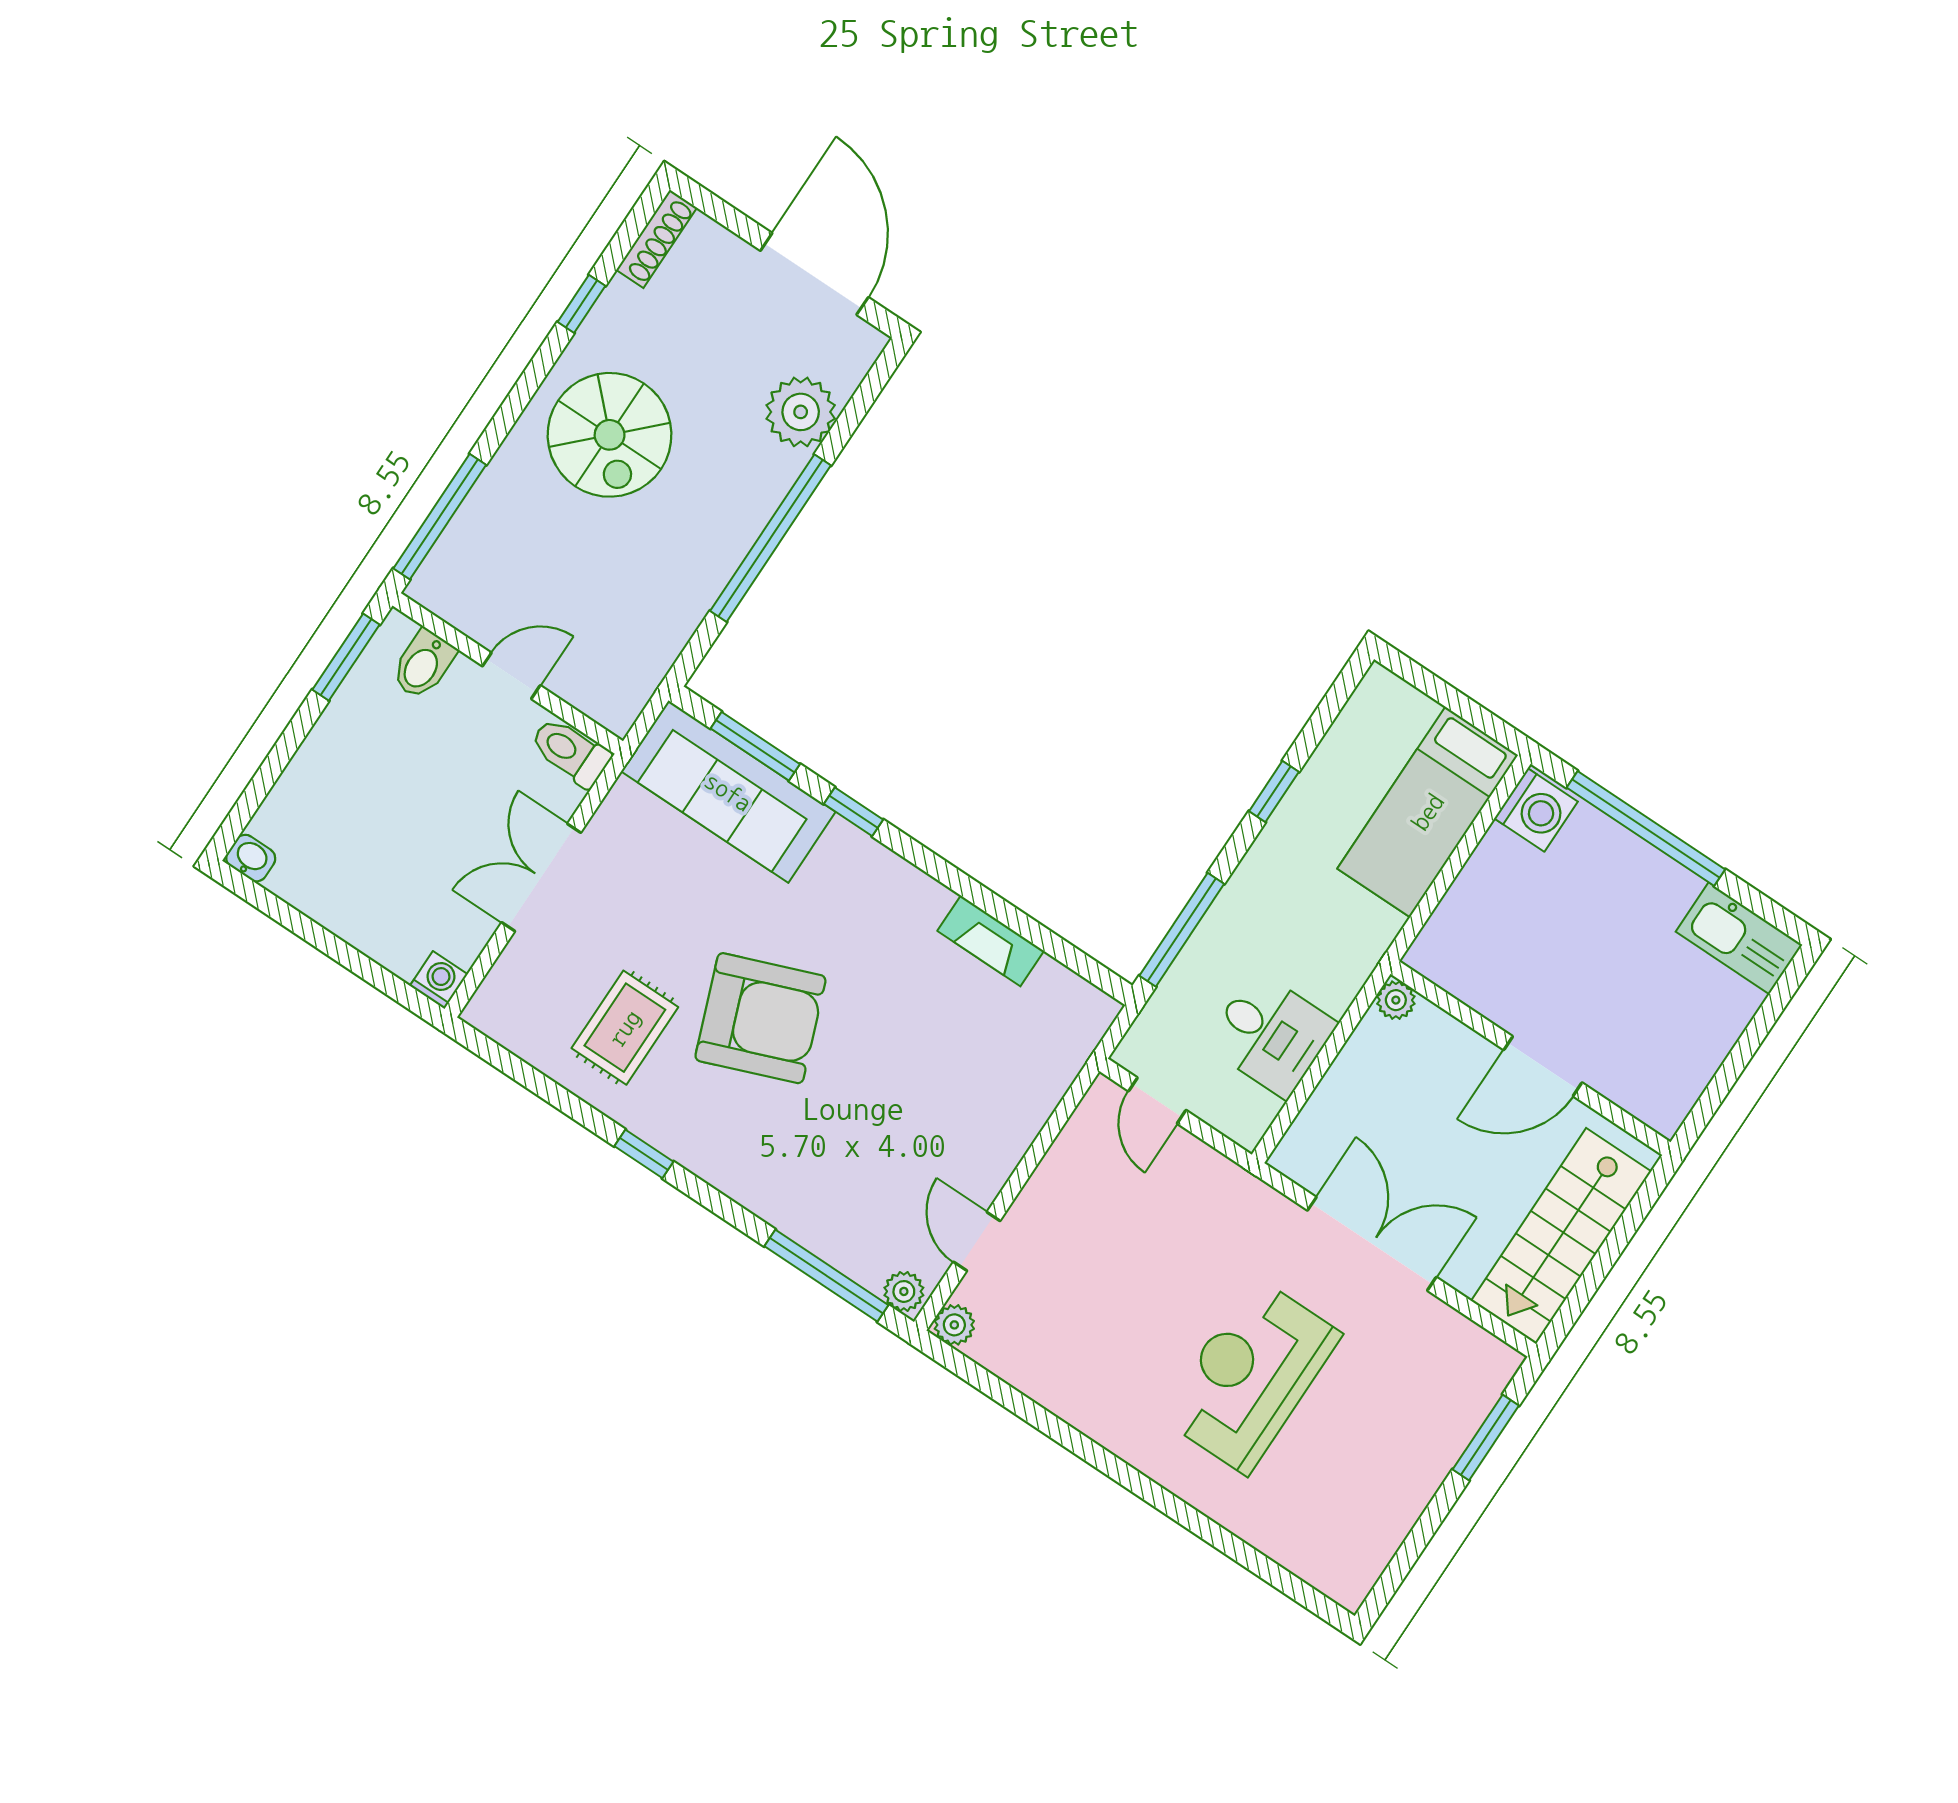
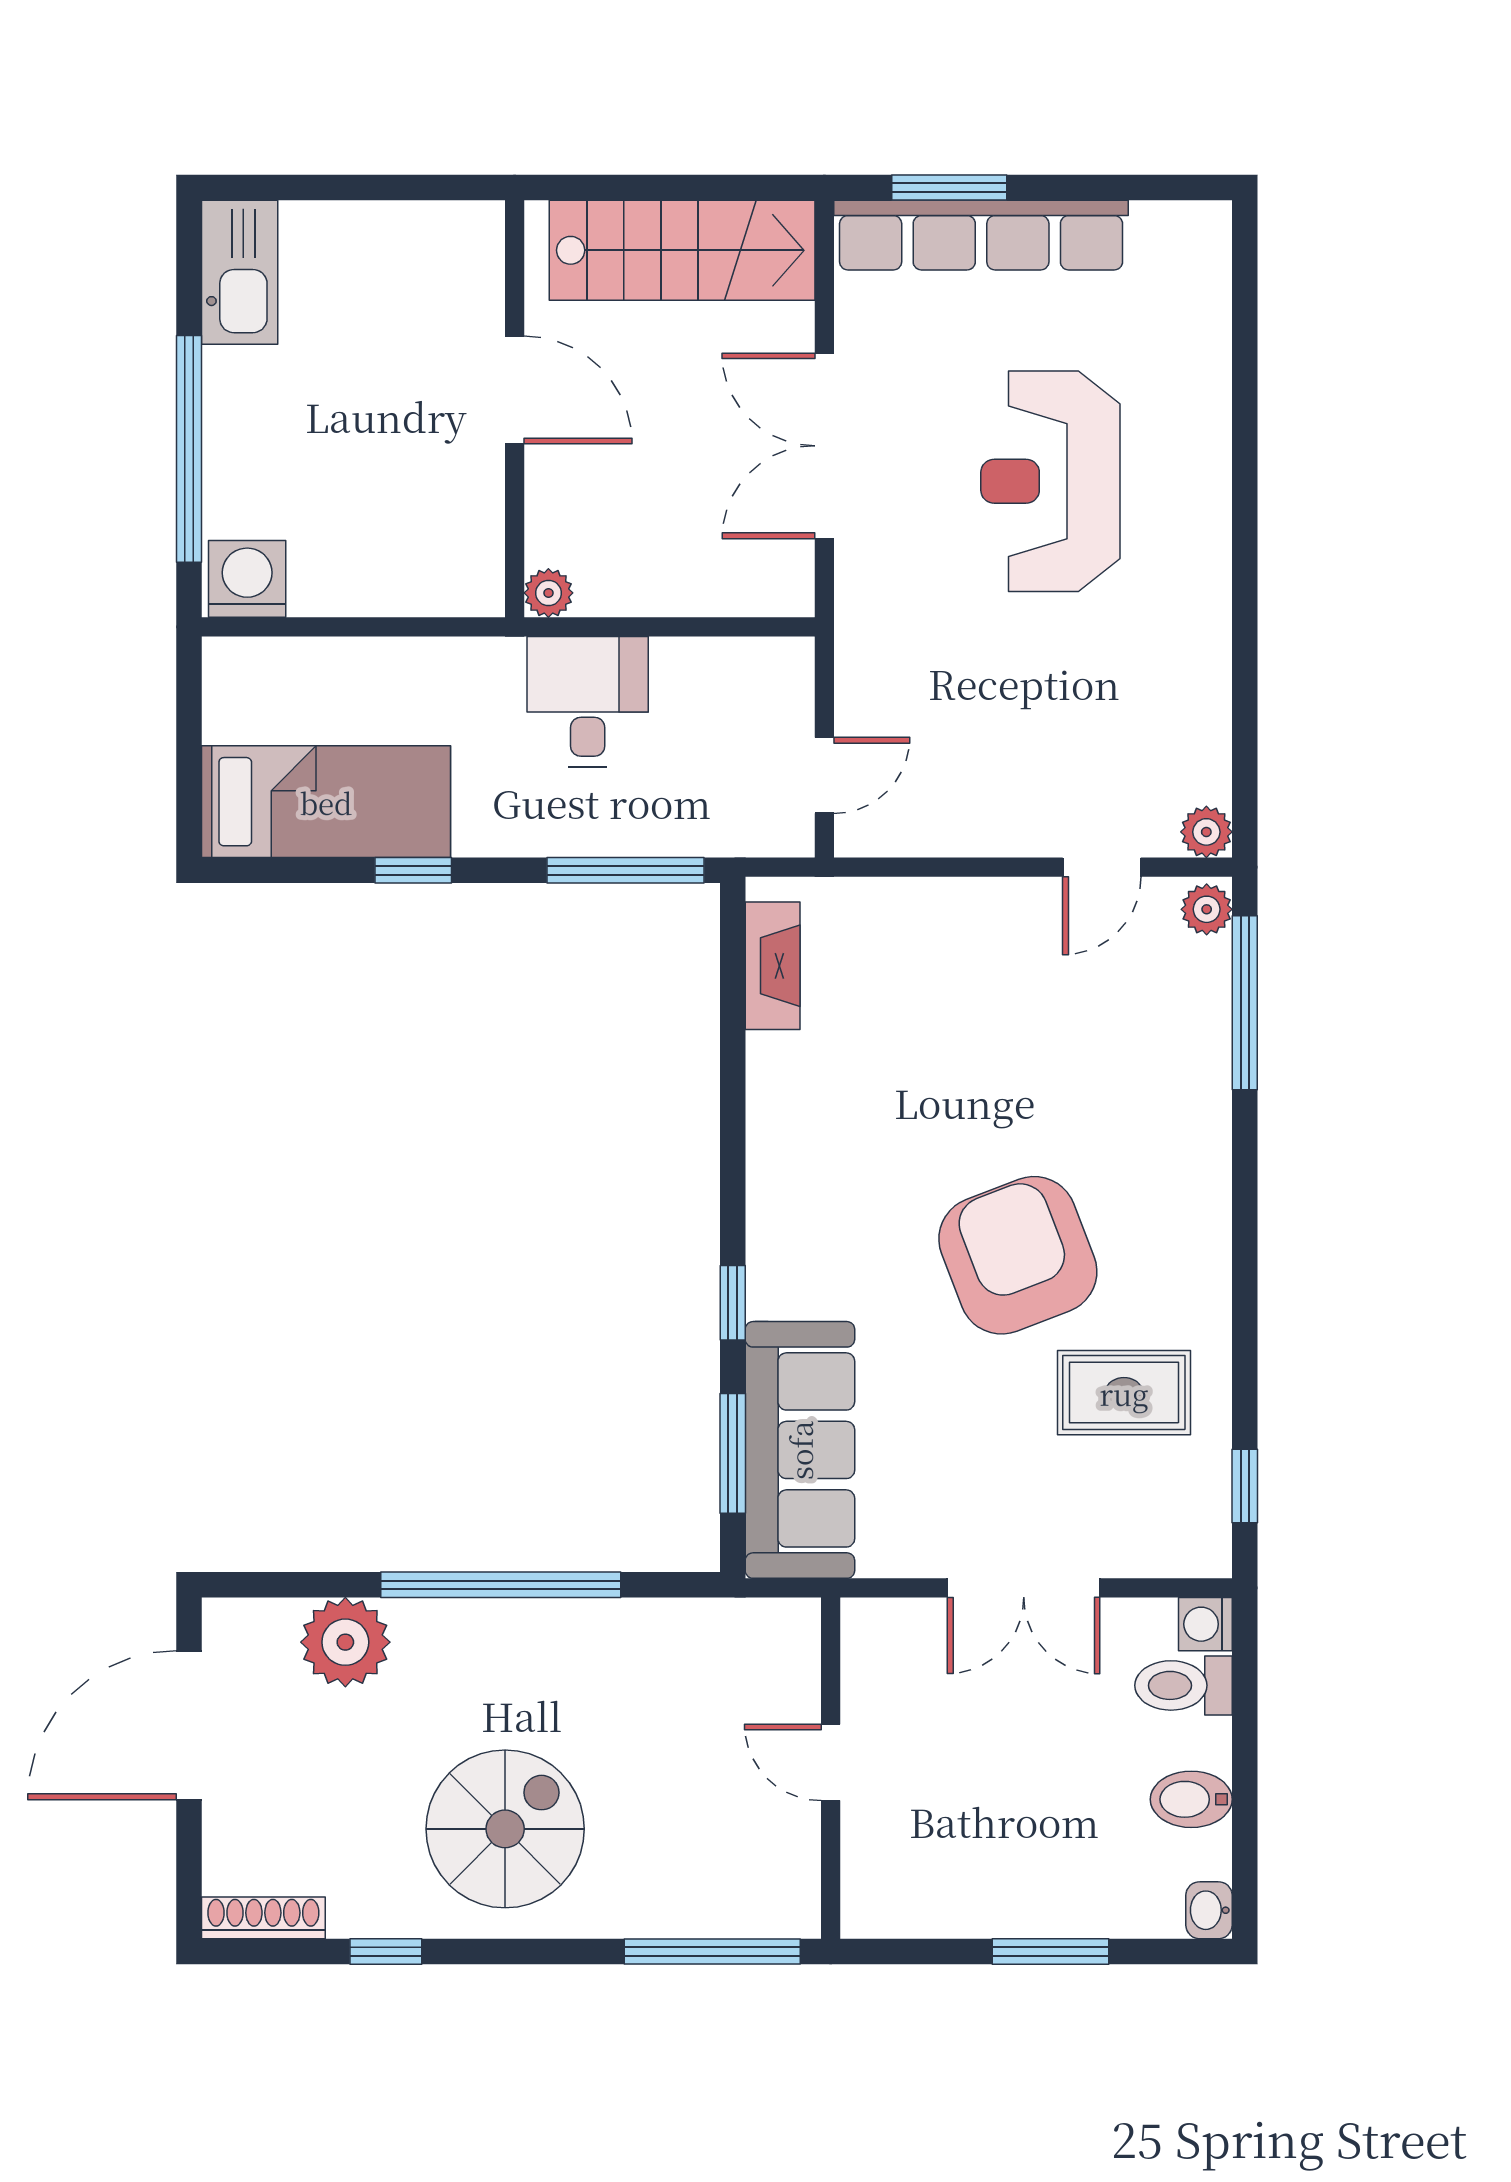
window: (346, 657) -> (1051, 1951), moved
bidet: (423, 664) -> (1191, 1799), moved, turned 180
toilet: (570, 752) -> (1184, 1685), moved, turned 90
bed: (1428, 812) -> (326, 802), moved
fireplace: (991, 941) -> (773, 966), moved
desk: (1271, 1034) -> (588, 702), moved
window: (644, 1154) -> (1245, 1486), moved
reception desk: (1251, 1376) -> (1050, 481), turned 90
row of seats: (1441, 1437) -> (981, 235), added

